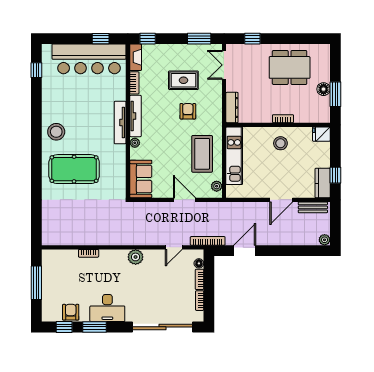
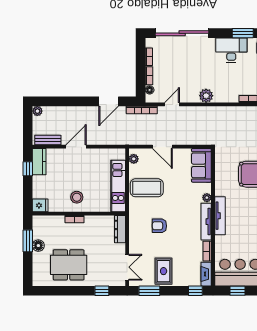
rug: (183, 80) -> (164, 271), moved, turned 90
armchair: (188, 111) -> (159, 226), turned 90
coffee table: (202, 154) -> (147, 188), turned 90

